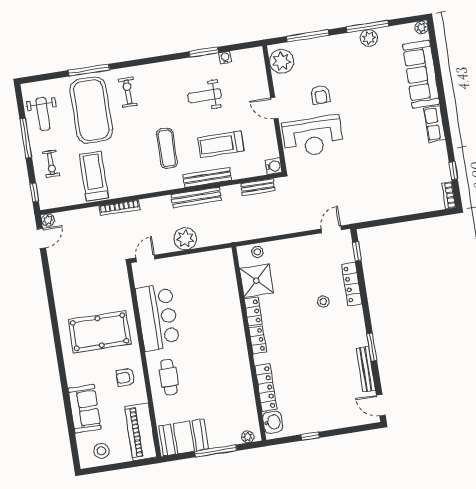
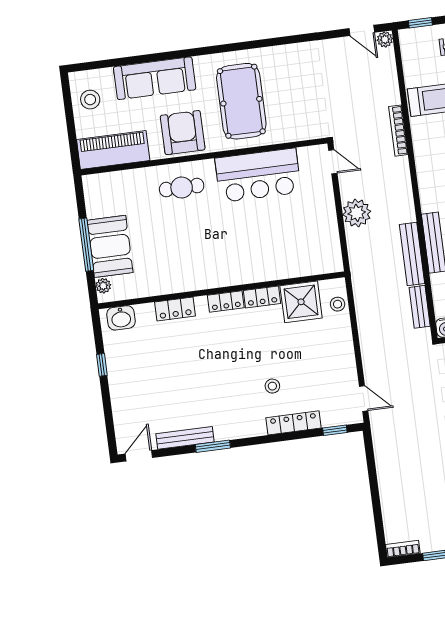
bench: (196, 197) -> (412, 254), moved
armchair: (126, 377) -> (183, 133), width x1.88, depth x1.88
locker: (266, 388) -> (175, 309), width x0.66
sofa: (85, 409) -> (155, 78), width x1.36
booth: (184, 437) -> (110, 246), moved

